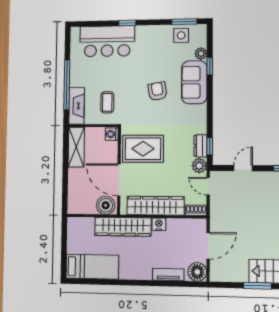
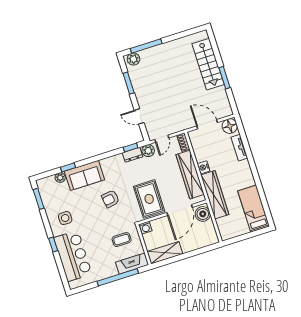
side table: (181, 35) -> (65, 218), moved
armchair: (157, 91) -> (110, 199), moved

